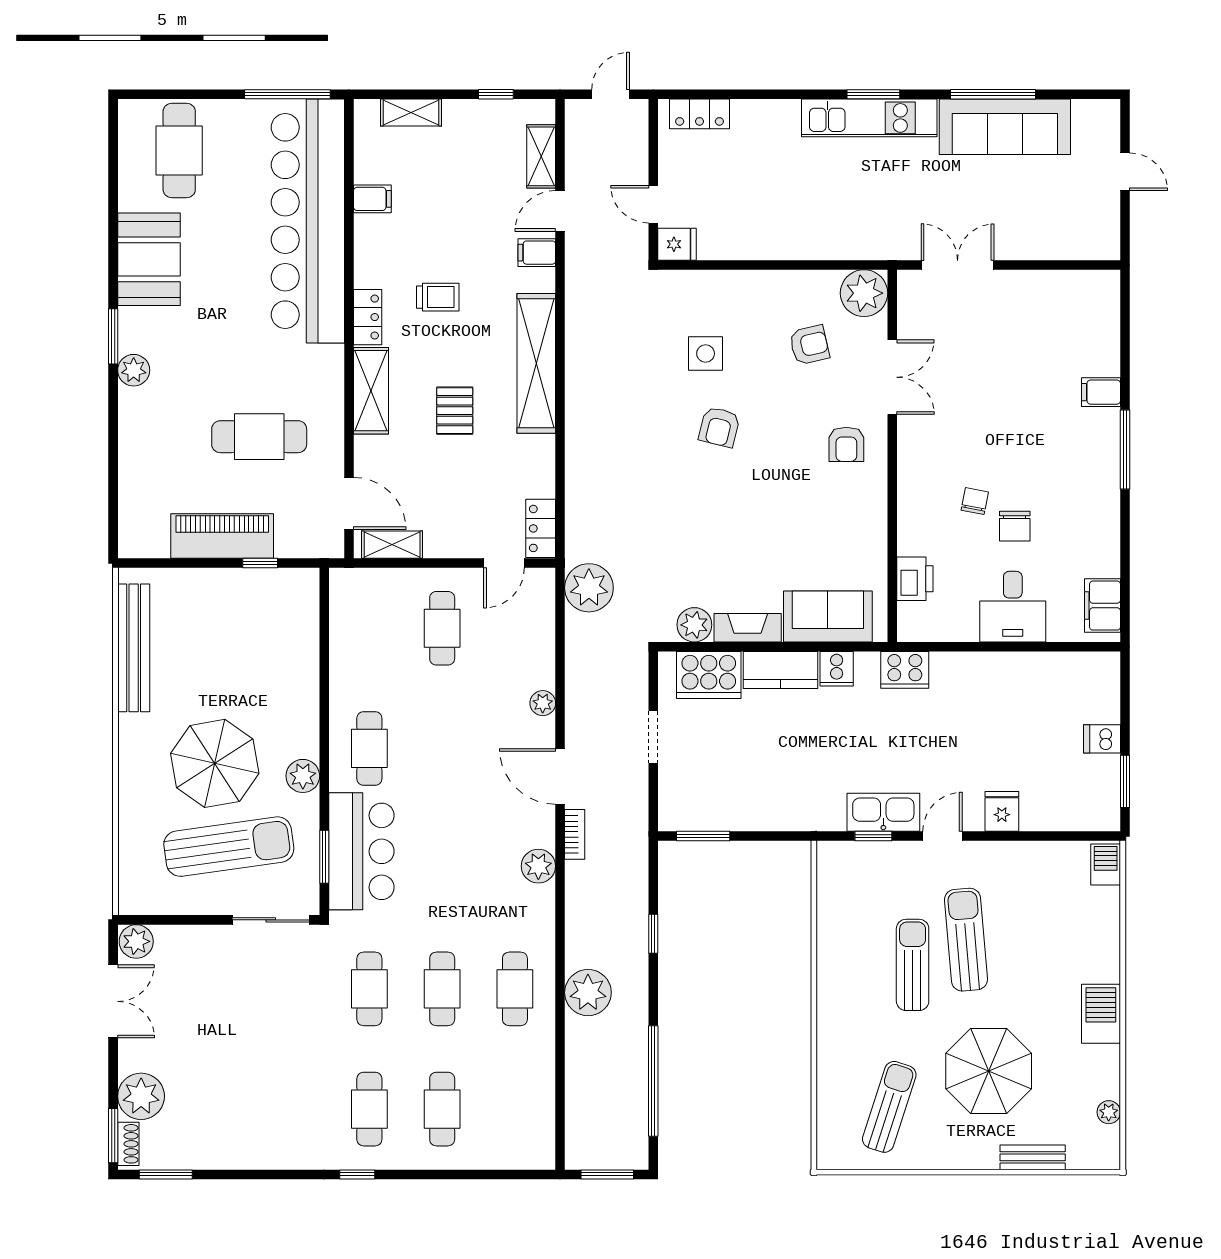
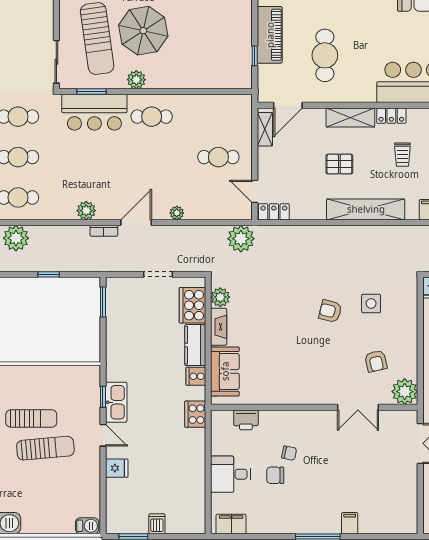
armchair: (846, 444) -> (321, 382), removed

